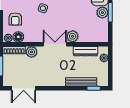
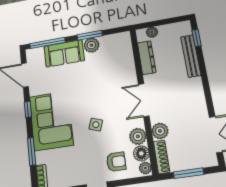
plant: (73, 36) -> (138, 136), moved

